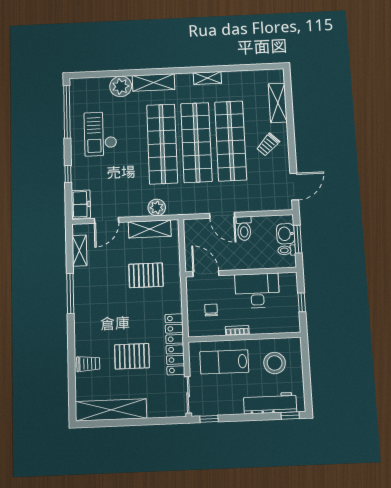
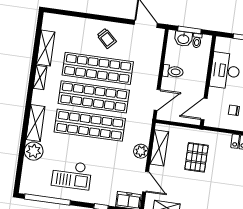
shelving: (278, 103) -> (46, 48), moved, turned 90
plant: (157, 208) -> (141, 151), moved
door: (222, 215) -> (157, 100), moved

